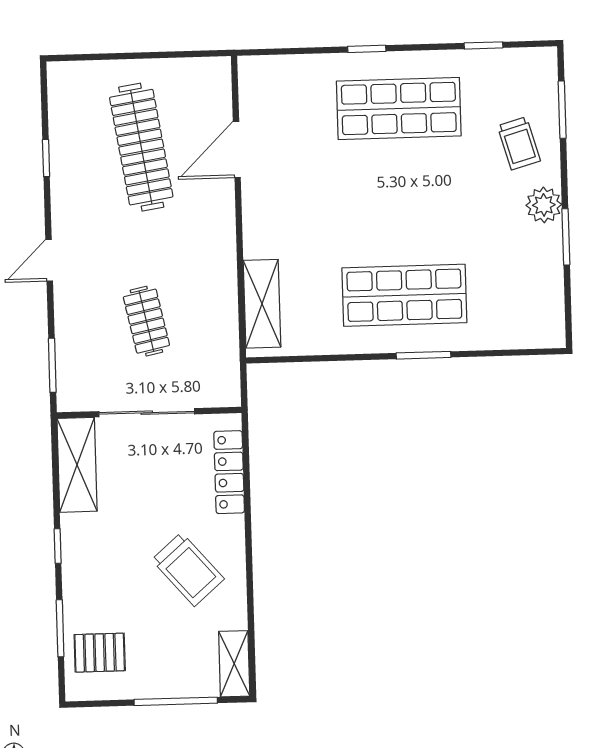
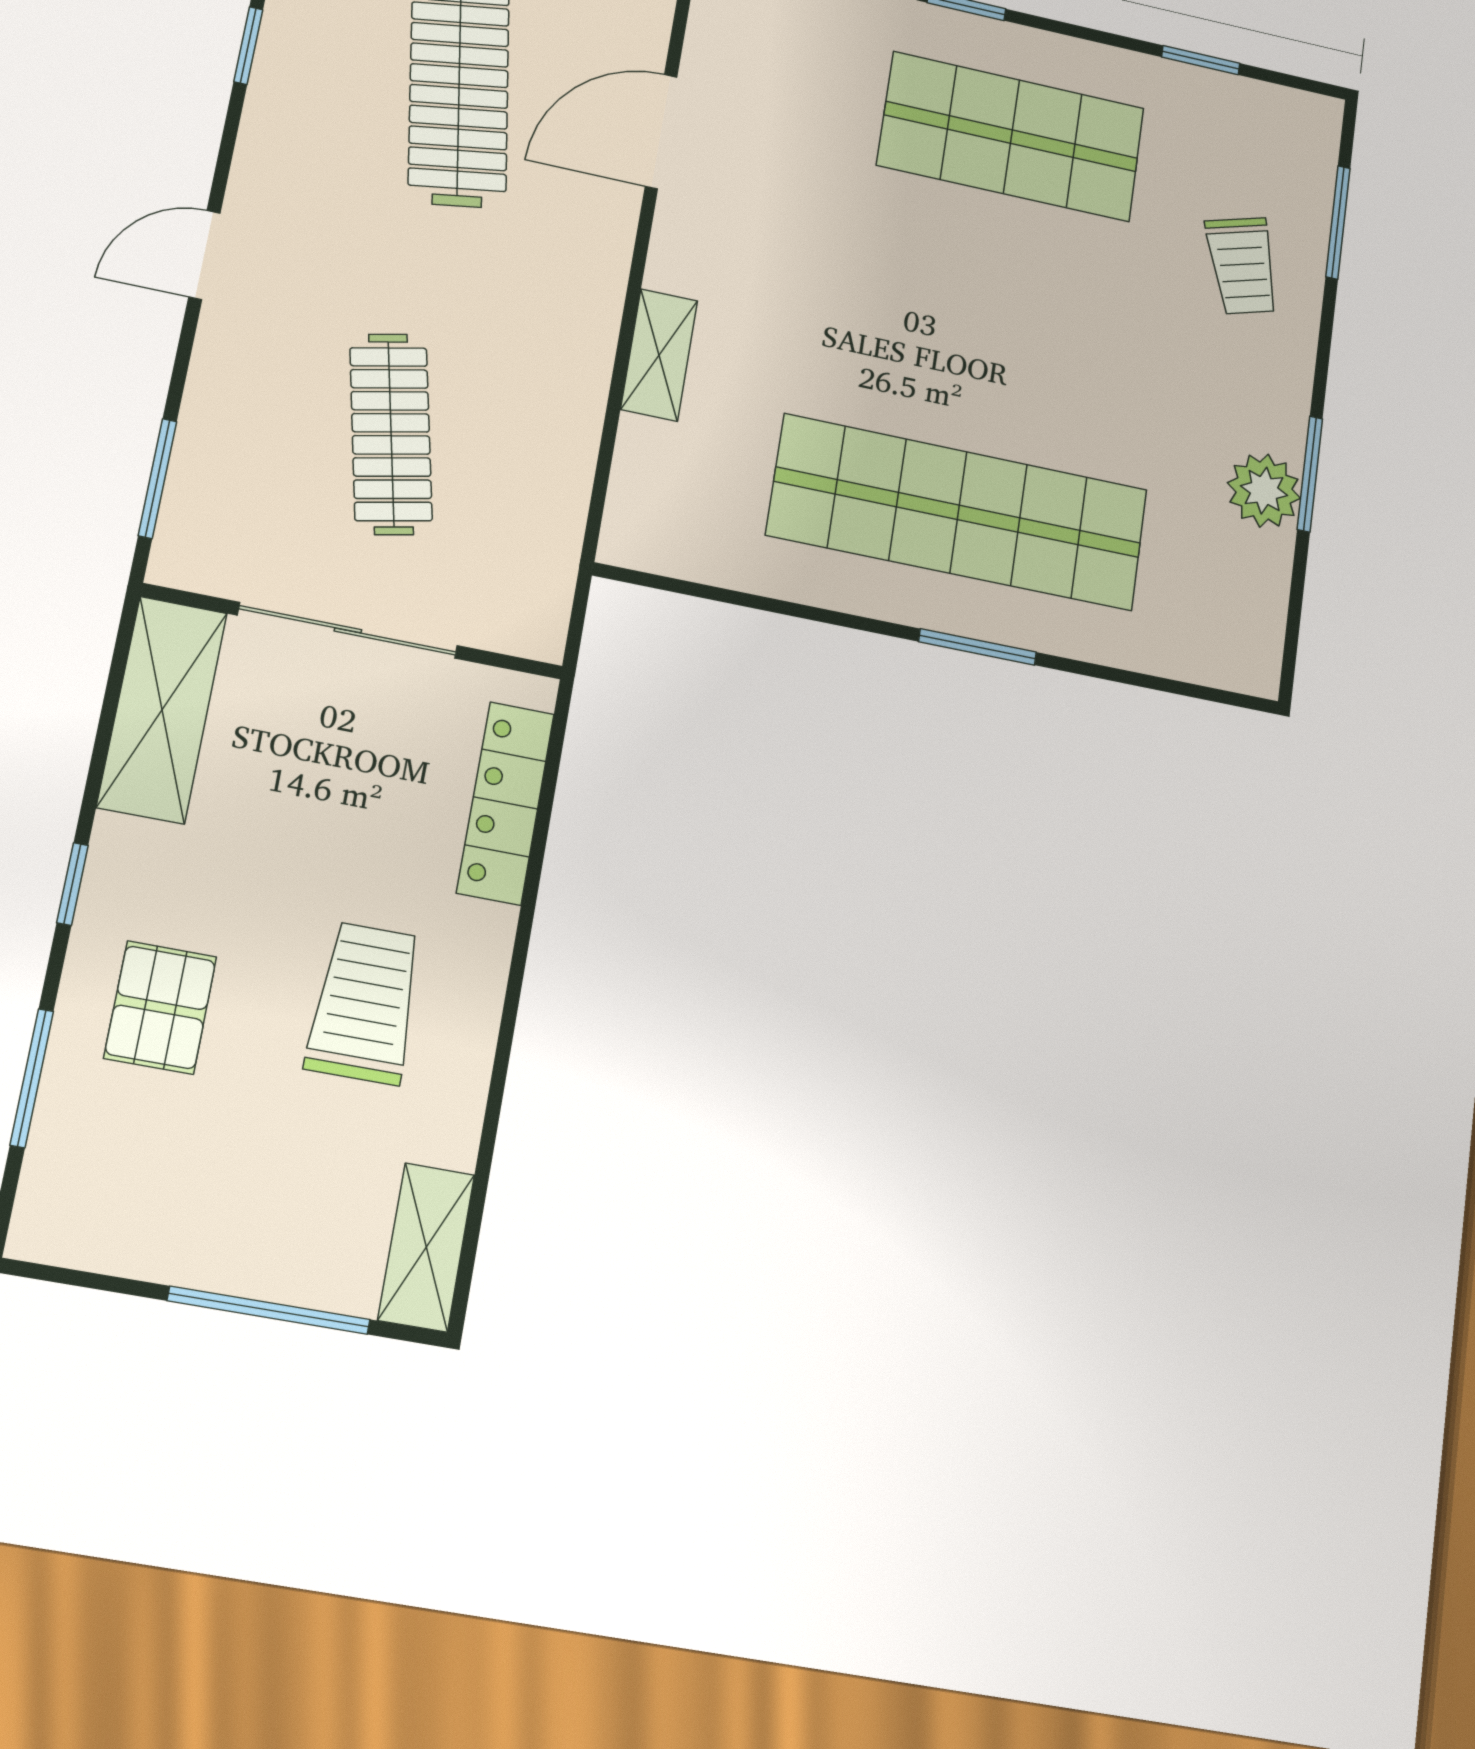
plant: (544, 205) -> (1264, 491), moved
shop shelf: (404, 295) -> (958, 512), width x1.40
shelving: (262, 304) -> (659, 355), moved, width x0.67, depth x0.75
clothes rail: (146, 321) -> (391, 434), width x1.36
trolley: (188, 569) -> (365, 1003), turned -139
pallet: (100, 653) -> (160, 1007), moved, turned 90

